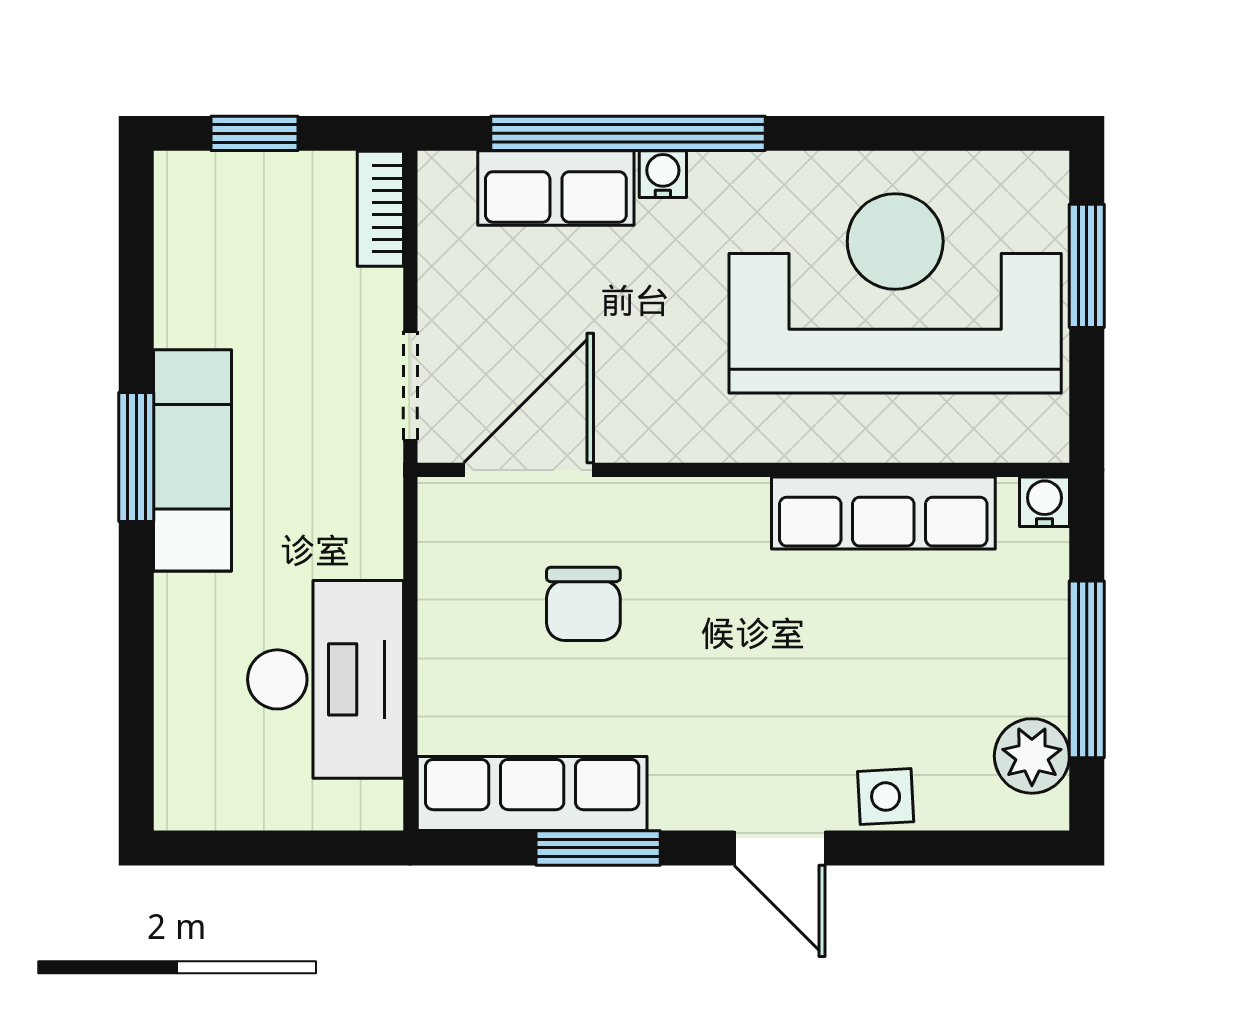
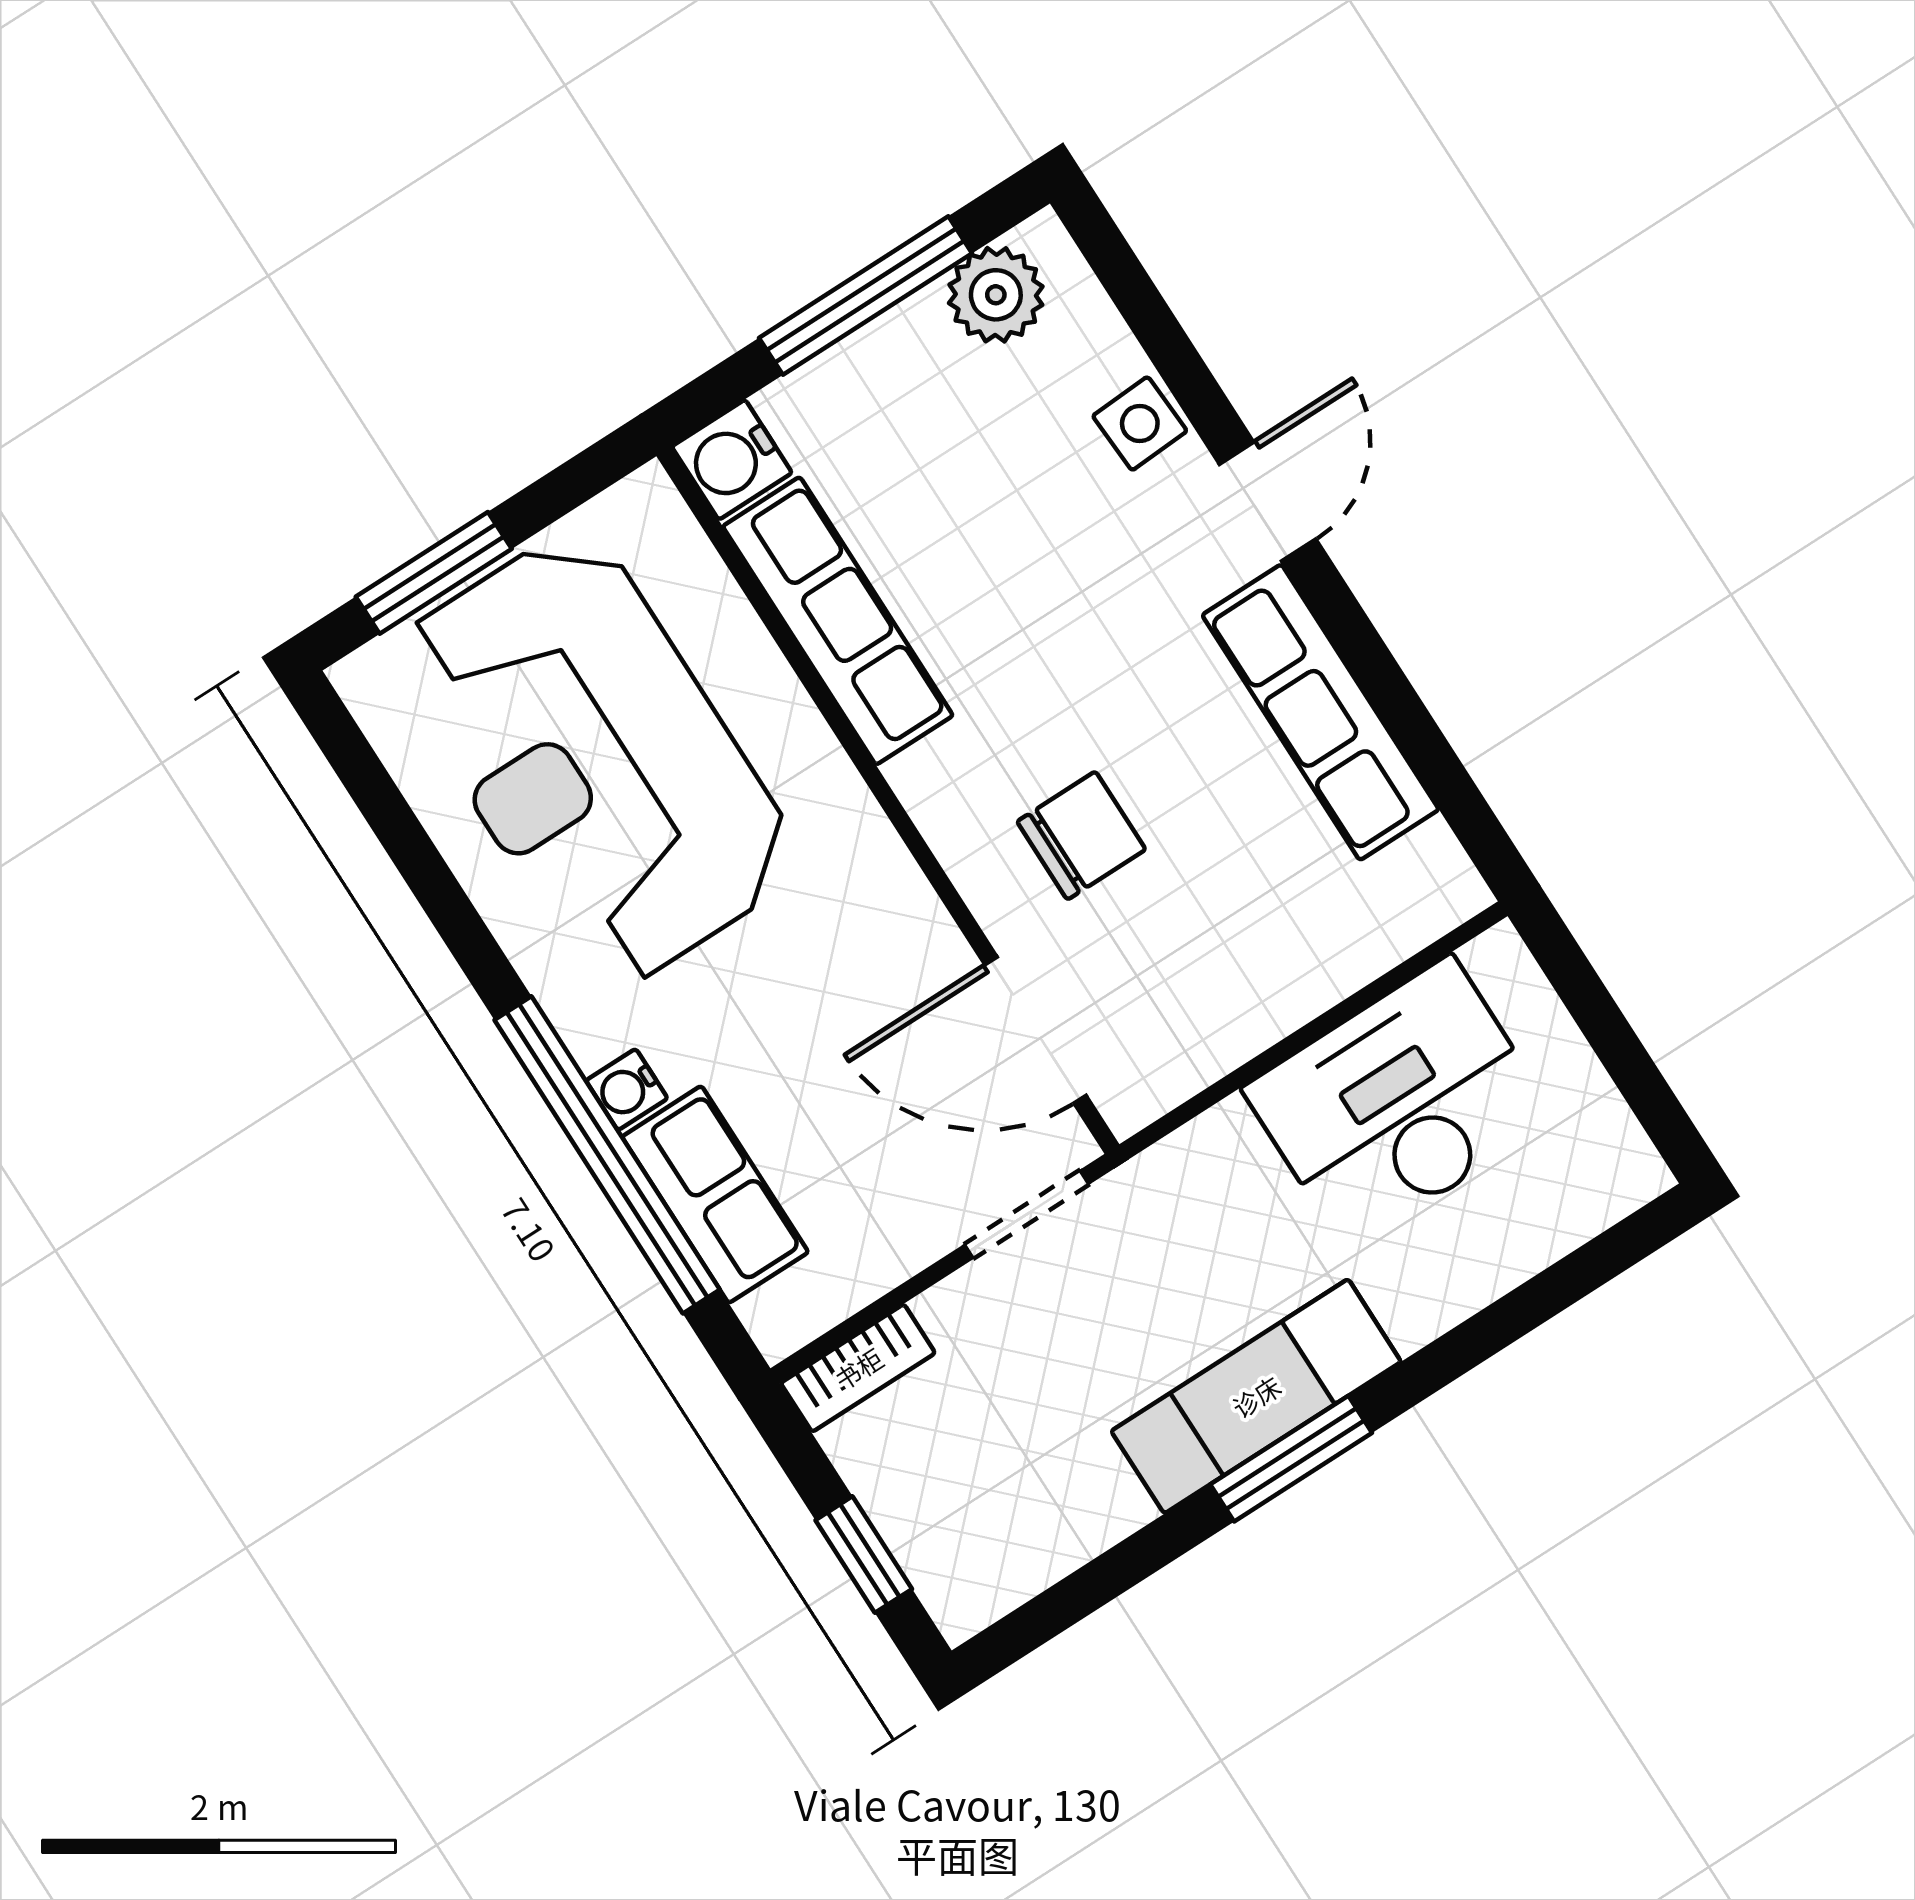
water cooler: (1045, 502) -> (732, 460), width x1.38, depth x1.38
chair: (583, 604) -> (1081, 836), moved
row of seats: (532, 793) -> (1320, 712), moved
window: (598, 848) -> (1392, 696), removed

